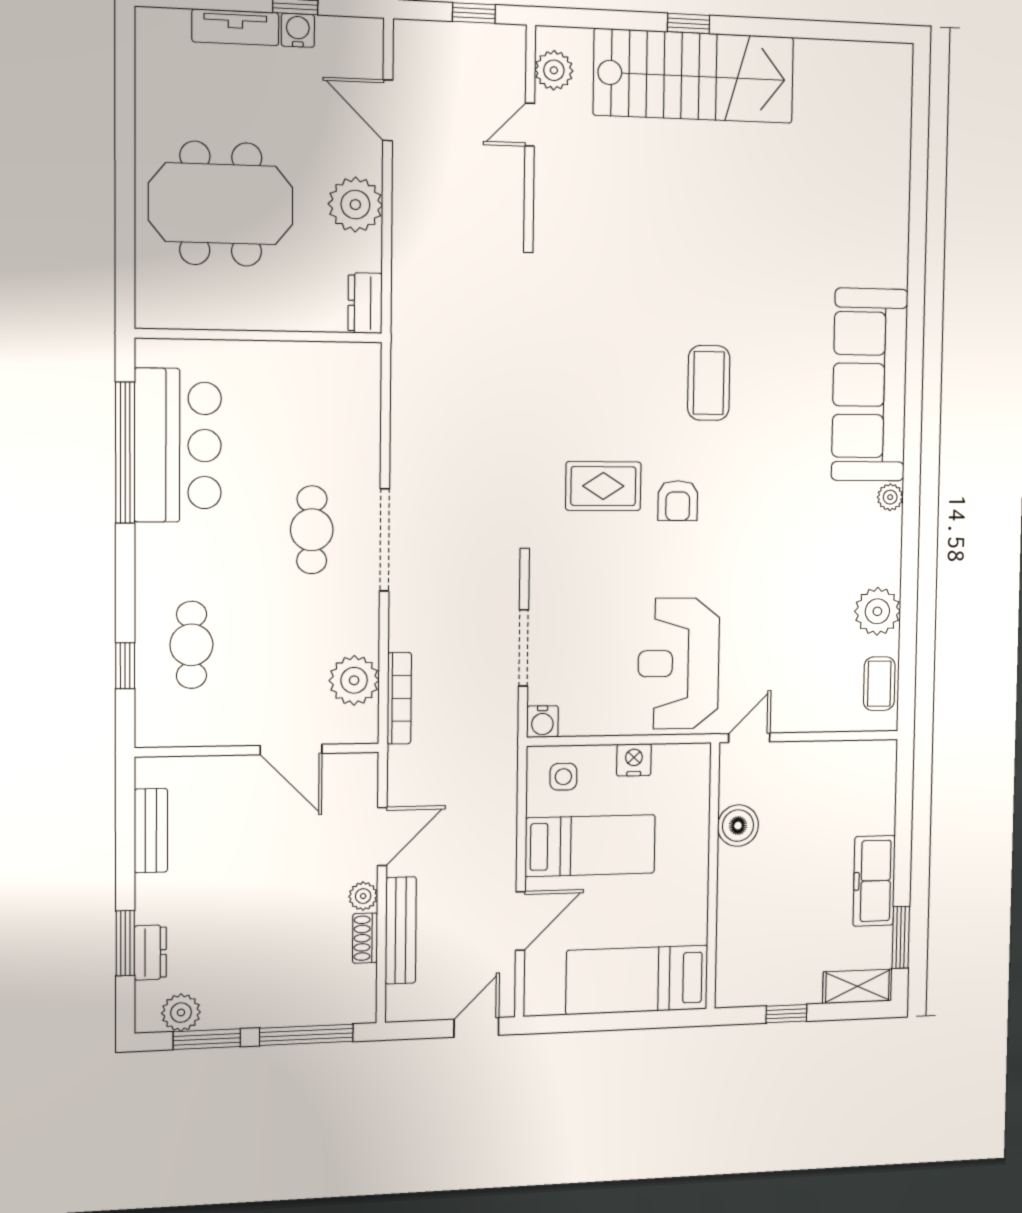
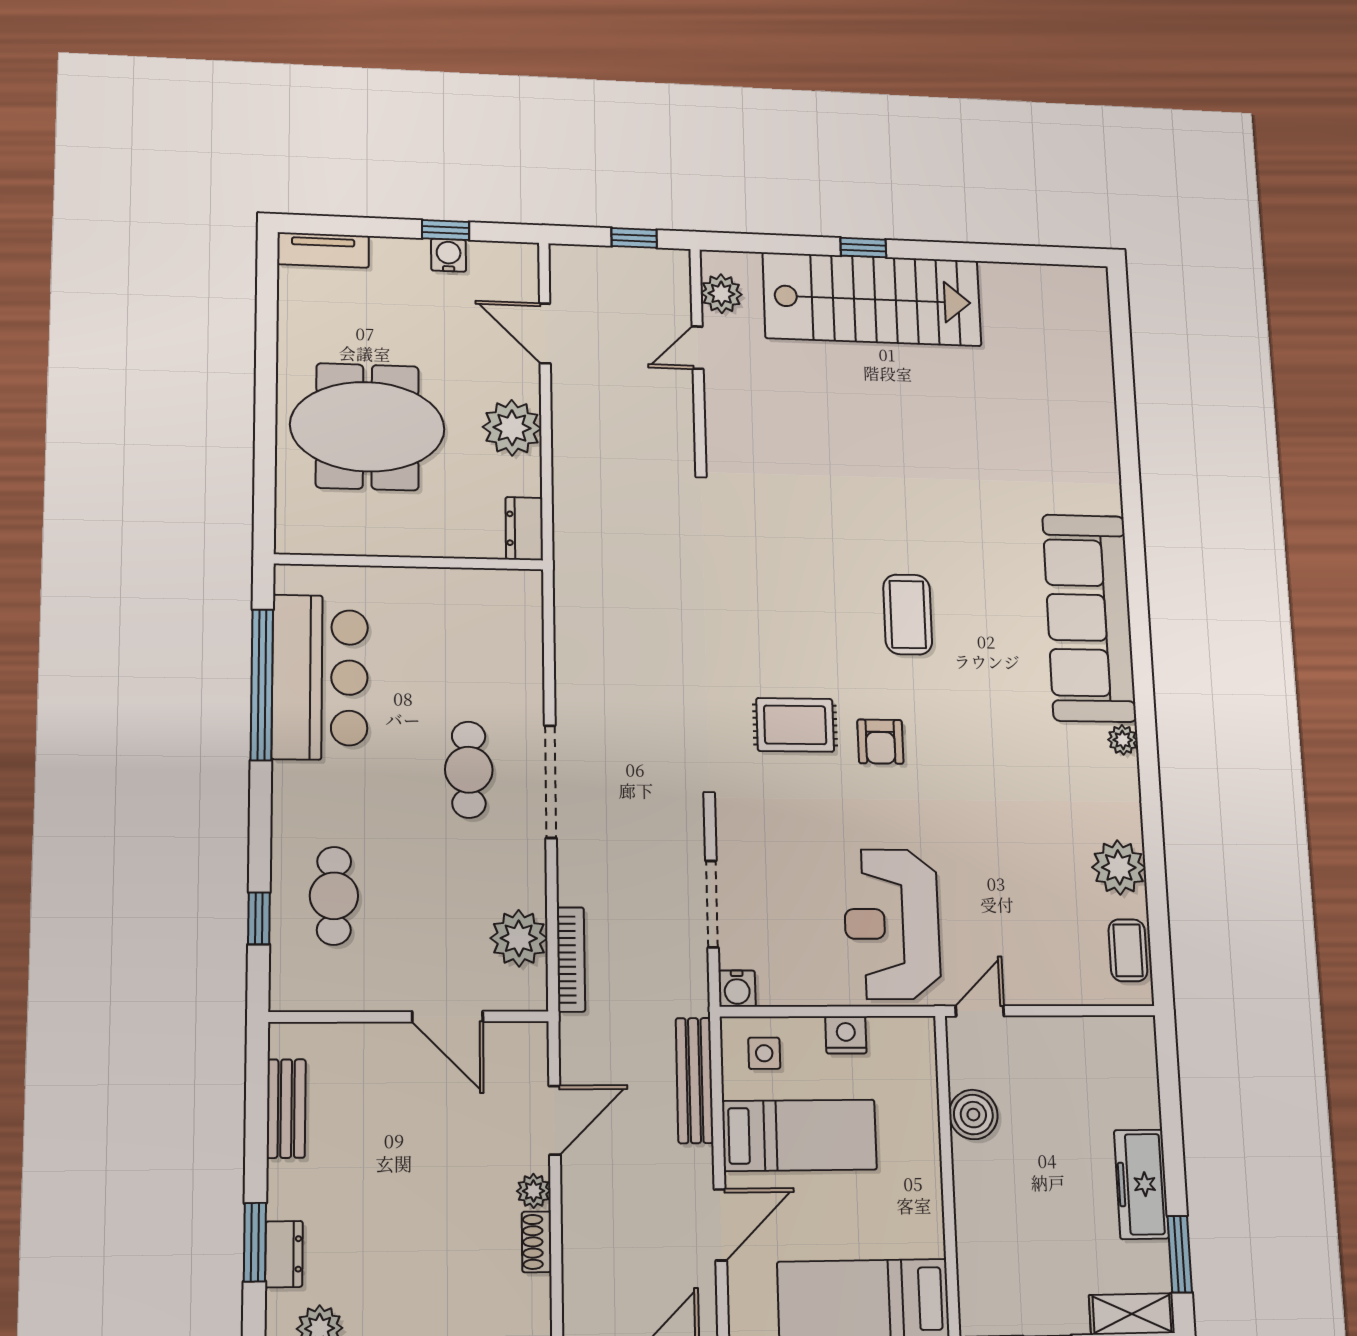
tv unit: (235, 27) -> (323, 250), moved
bench: (401, 930) -> (694, 1080), moved

